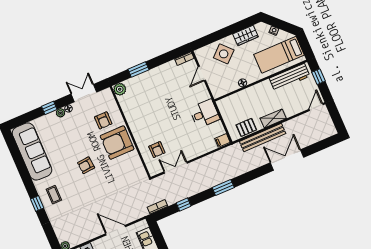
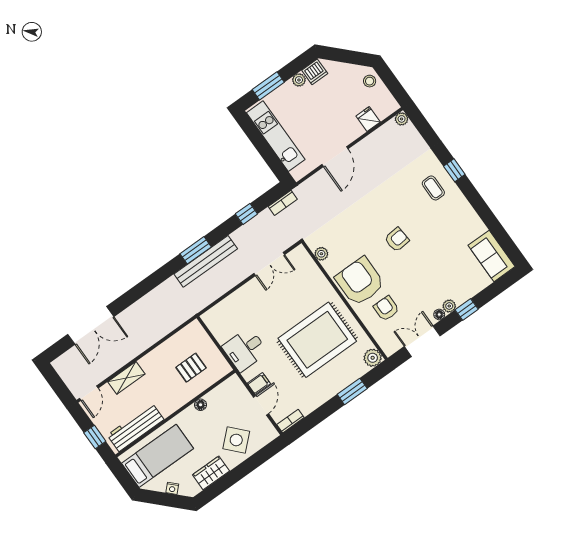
double door: (84, 93) -> (422, 341), swing flipped
rug: (154, 109) -> (317, 340), added
shelving: (273, 118) -> (126, 378), moved
pallet: (246, 127) -> (191, 368), moved
bench: (263, 138) -> (206, 261), moved
filing cabinet: (222, 140) -> (259, 383), moved
armchair: (117, 143) -> (360, 281), turned -90
armchair: (157, 150) -> (301, 284), removed
sofa: (32, 151) -> (492, 256), width x0.54, depth x0.79
double door: (287, 160) -> (91, 325), moved
plant: (139, 167) -> (321, 254), added
door: (116, 230) -> (335, 157), hinge flipped

